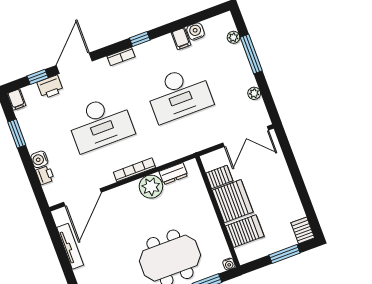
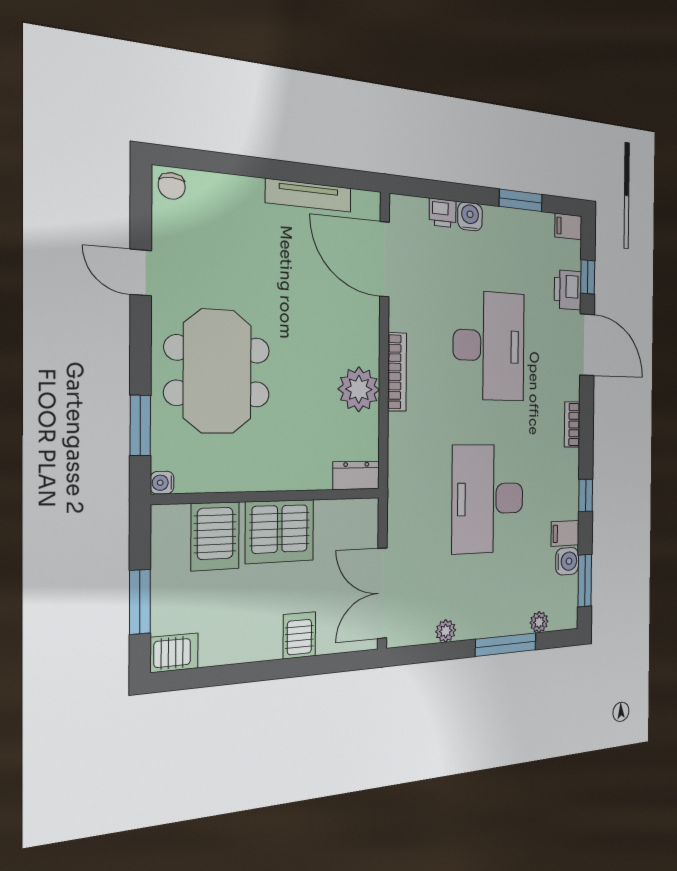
window: (202, 16) -> (585, 581), added
window: (140, 39) -> (586, 495), moved
desk: (100, 123) -> (489, 346), turned 180
dresser: (173, 174) -> (356, 475), moved, turned 90
server rack: (219, 177) -> (299, 635), moved, turned 180

